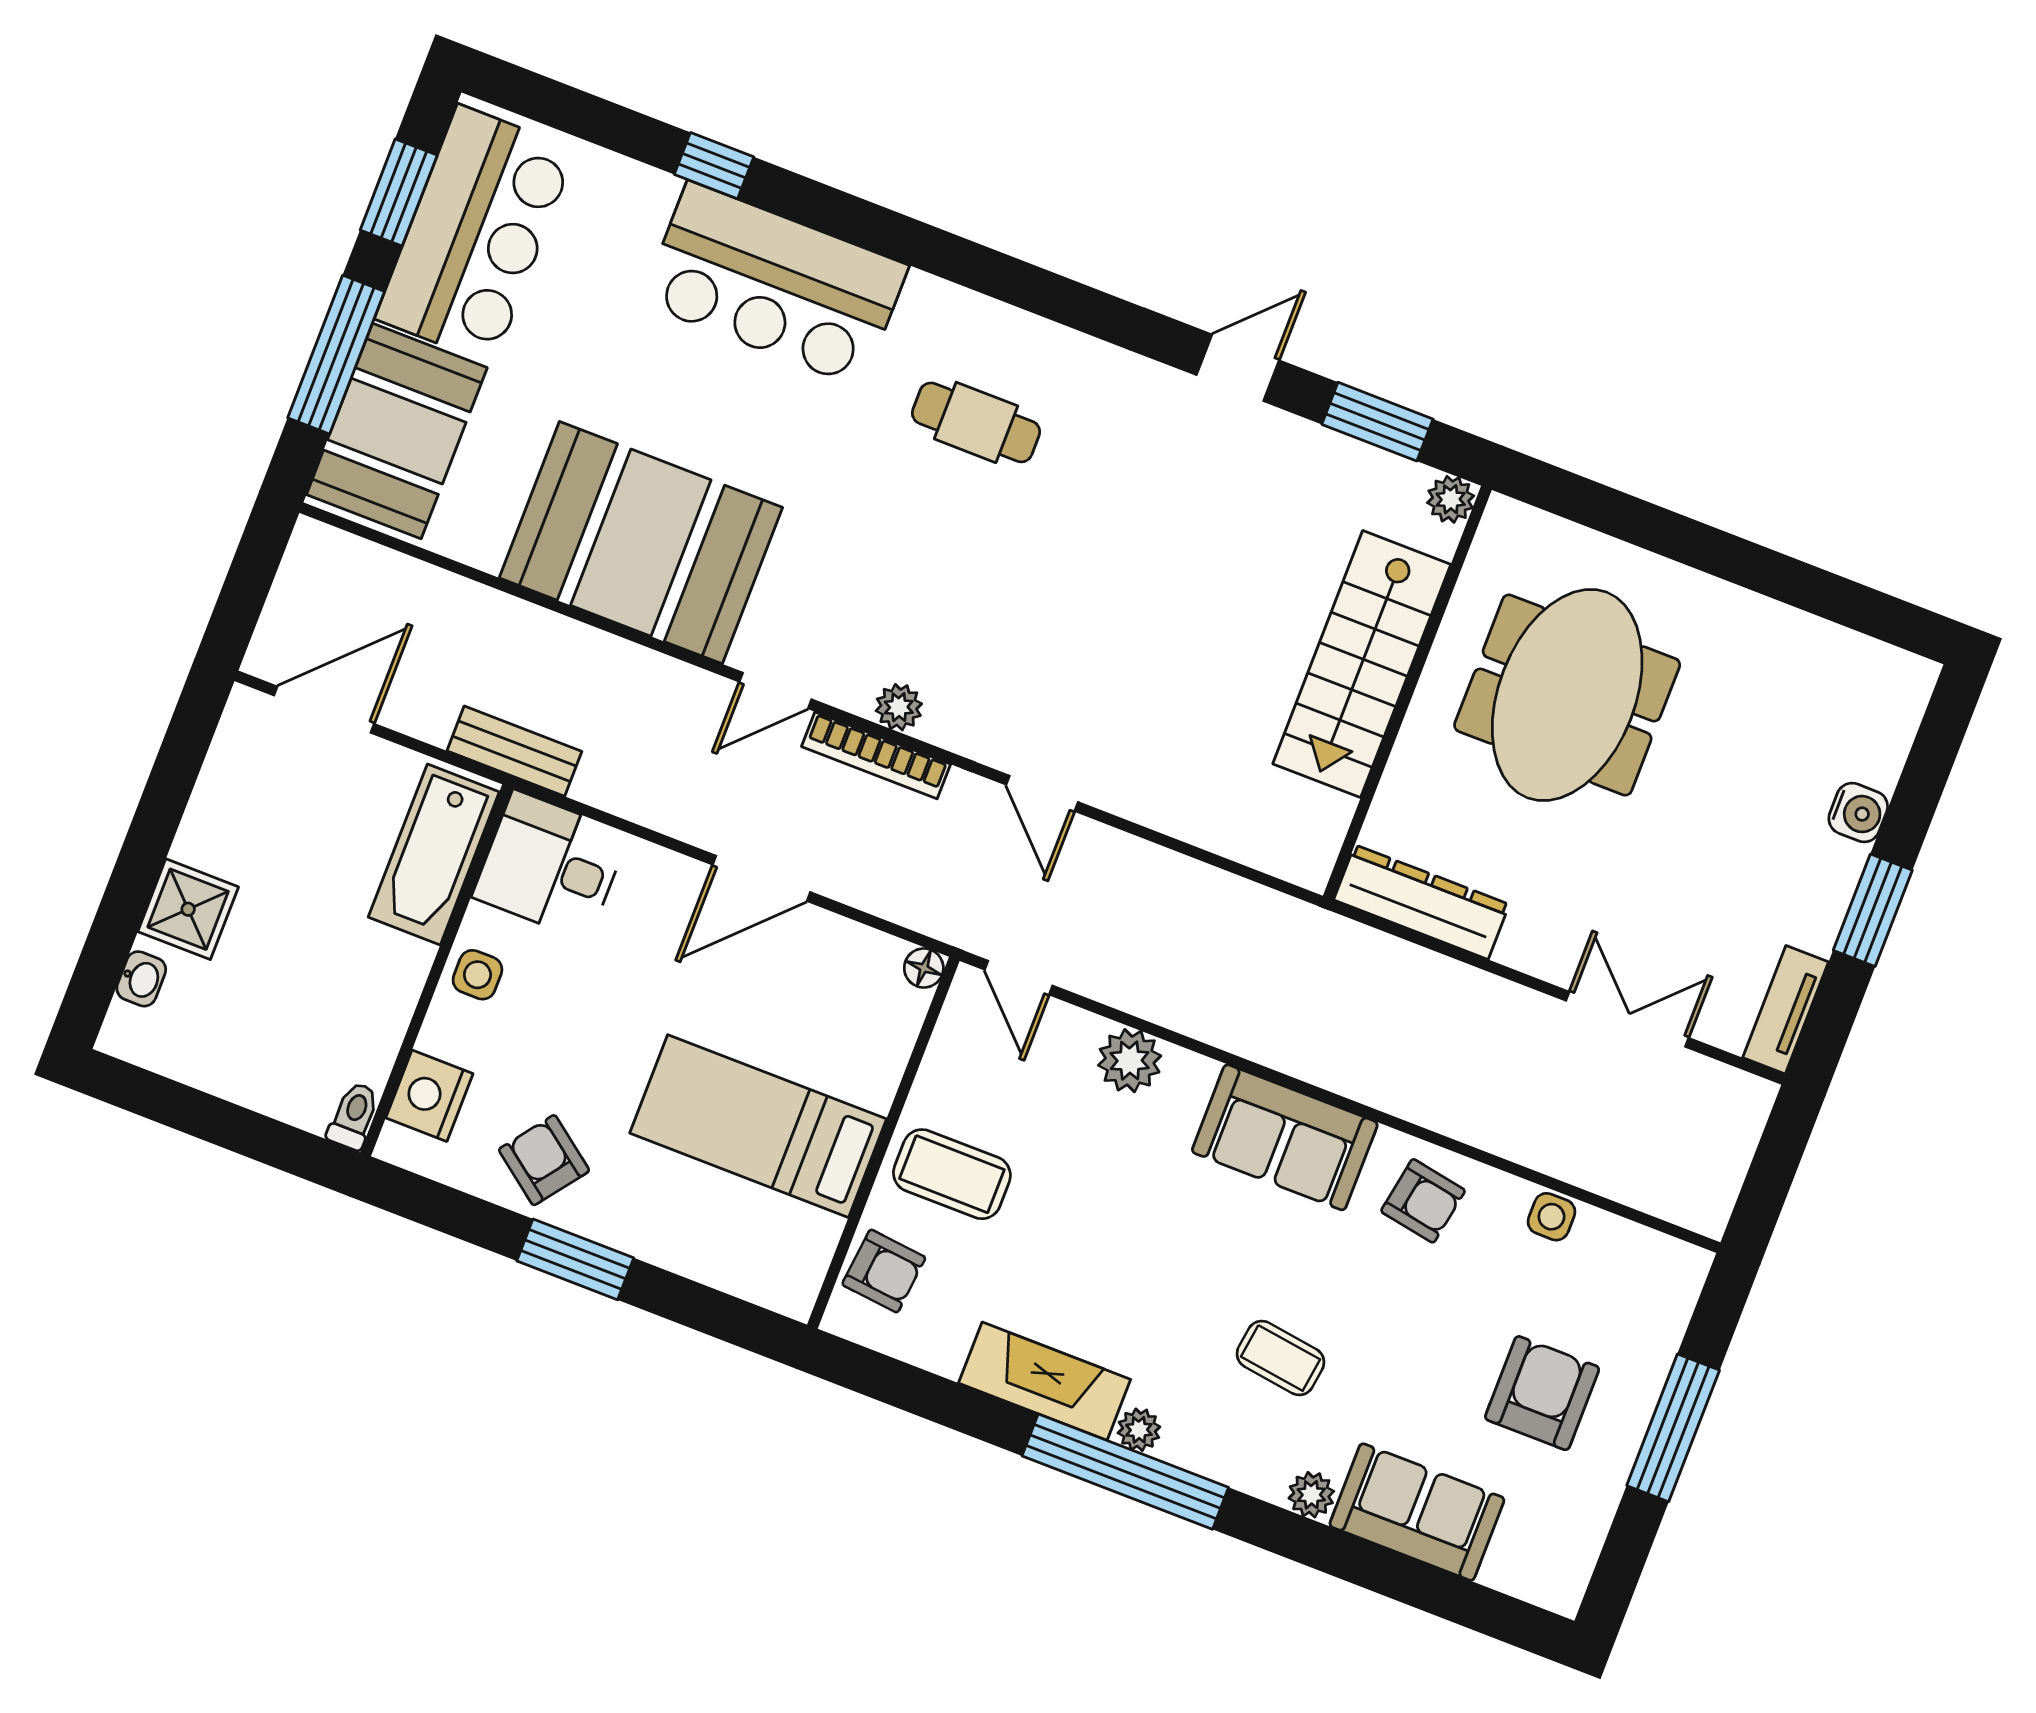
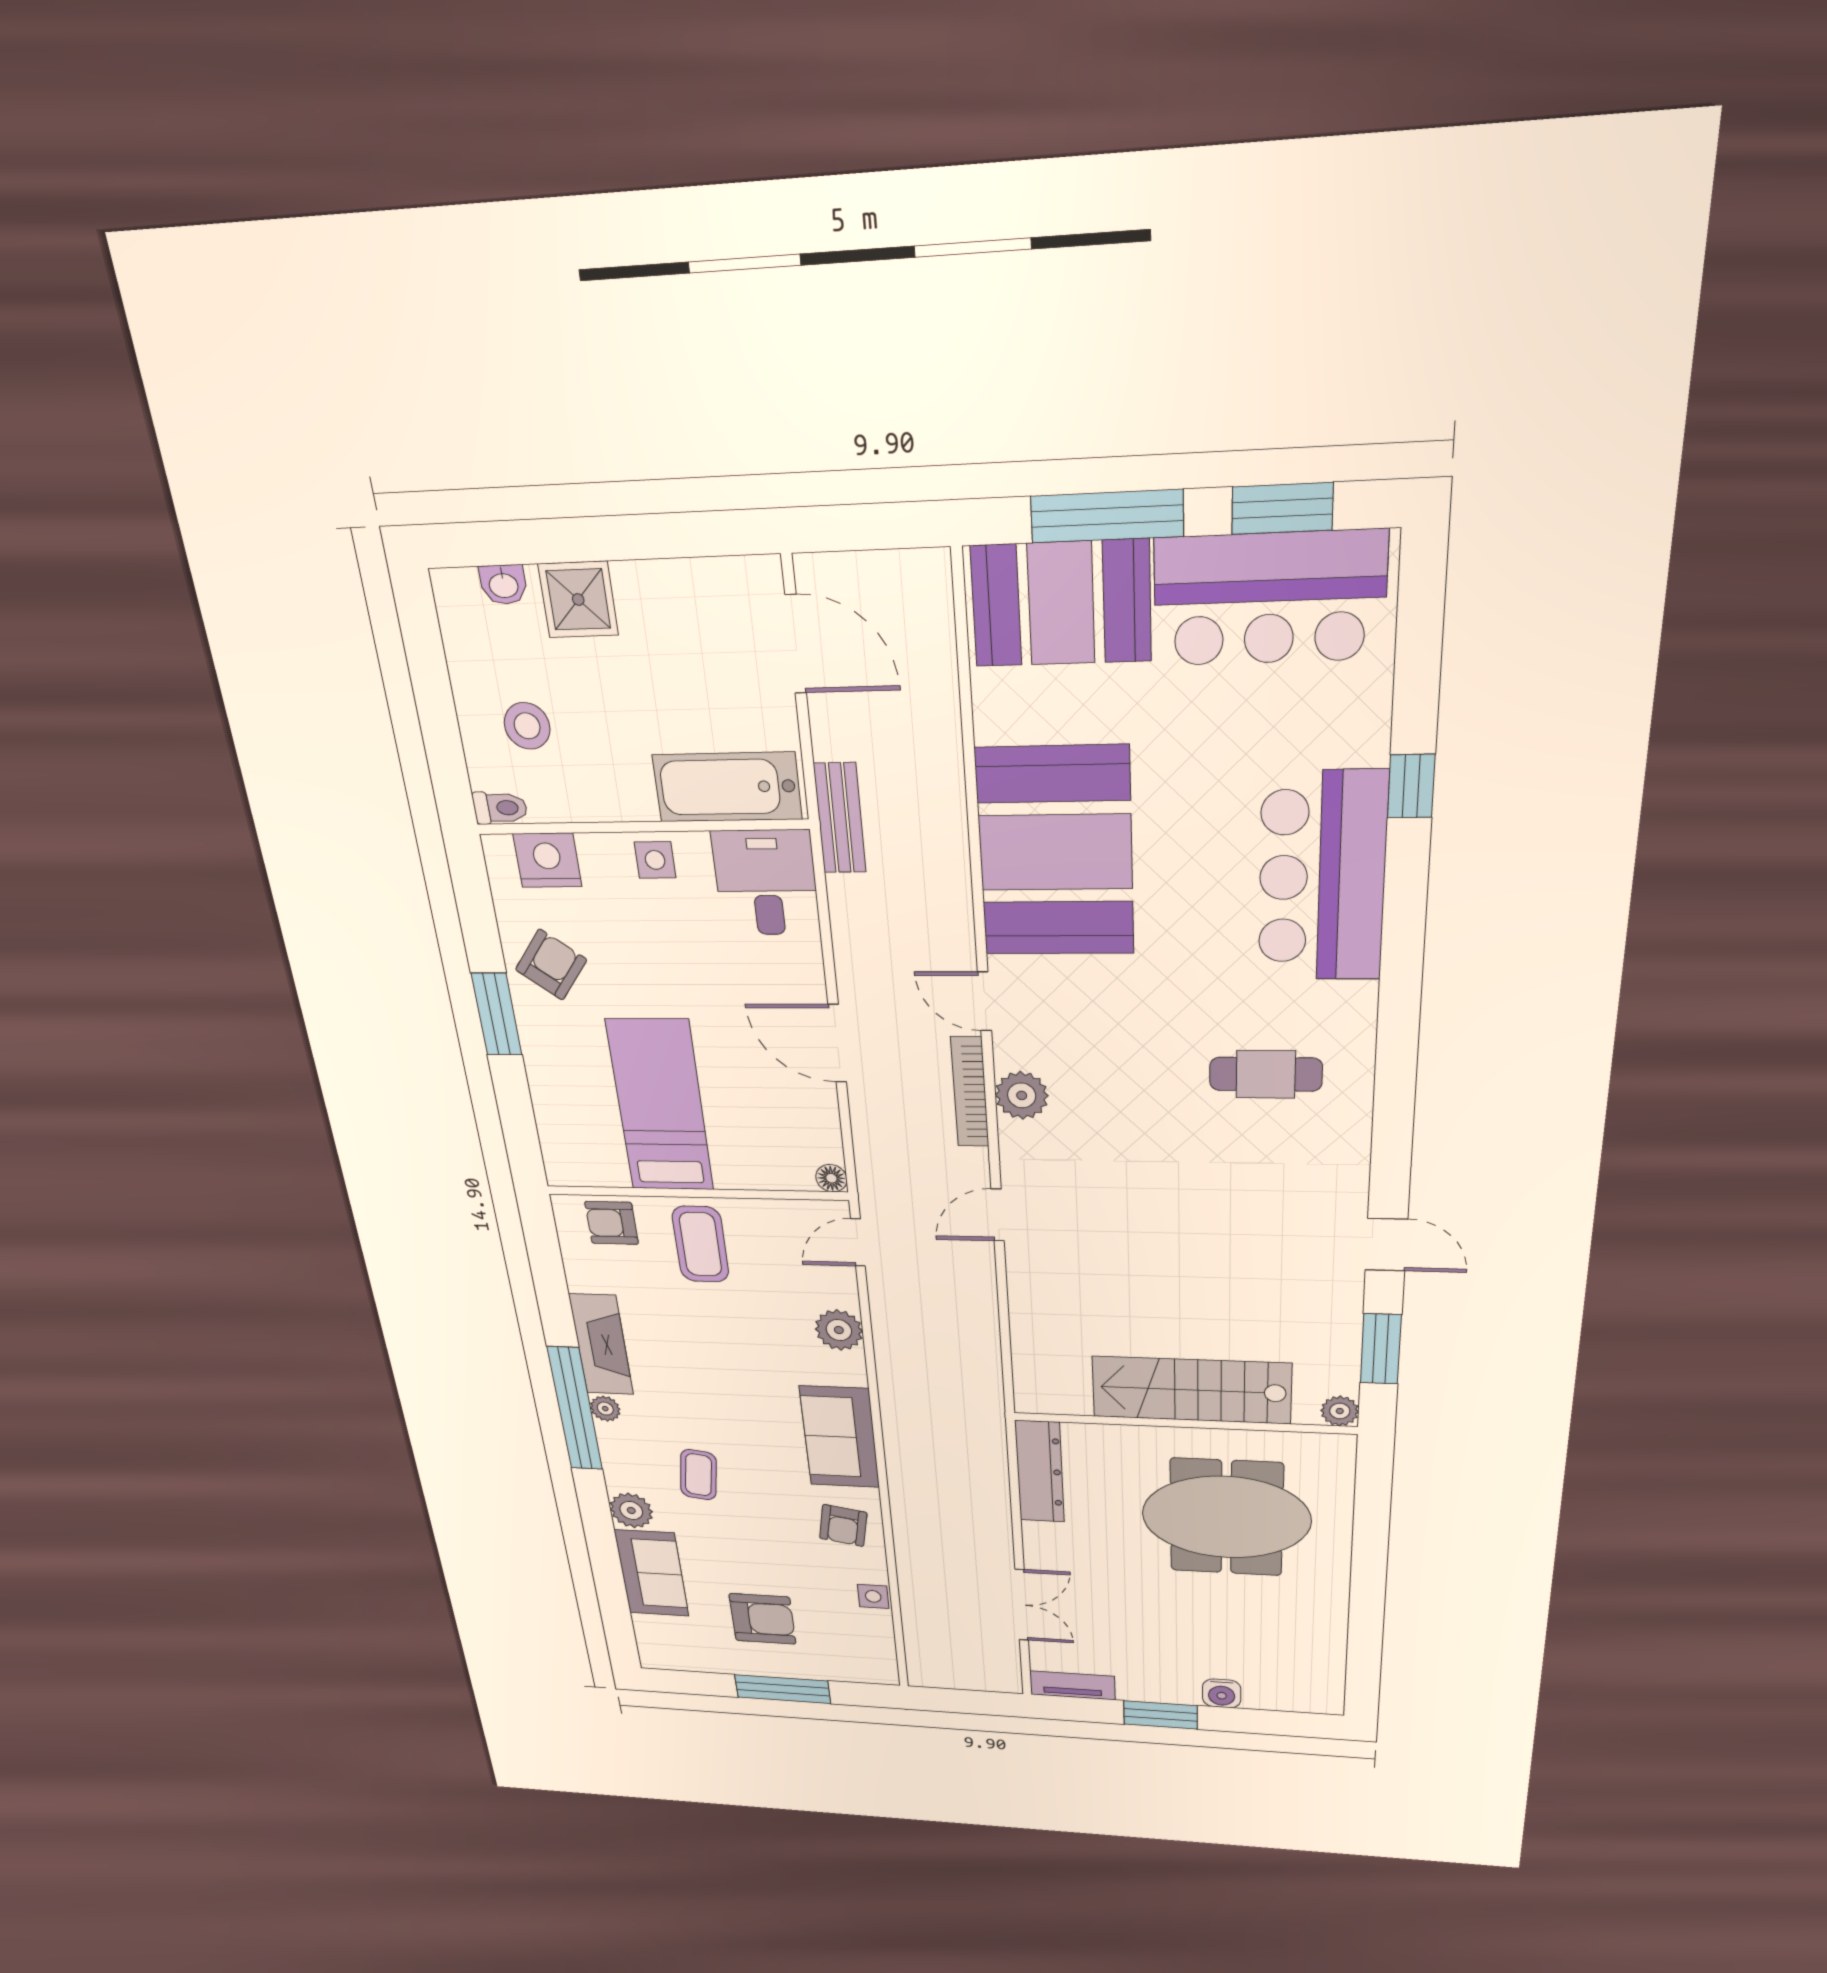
cafe table: (976, 422) -> (1266, 1074), turned 90
plant: (899, 707) -> (1022, 1095), width x1.38, depth x1.38
stool: (284, 1035) -> (527, 726), added
armchair: (884, 1271) -> (612, 1223), turned 84
plant: (1311, 1495) -> (631, 1510), width x1.38, depth x1.38

